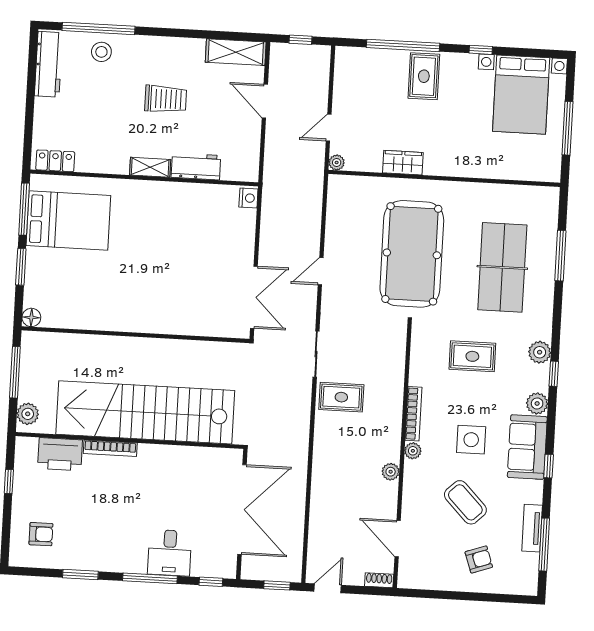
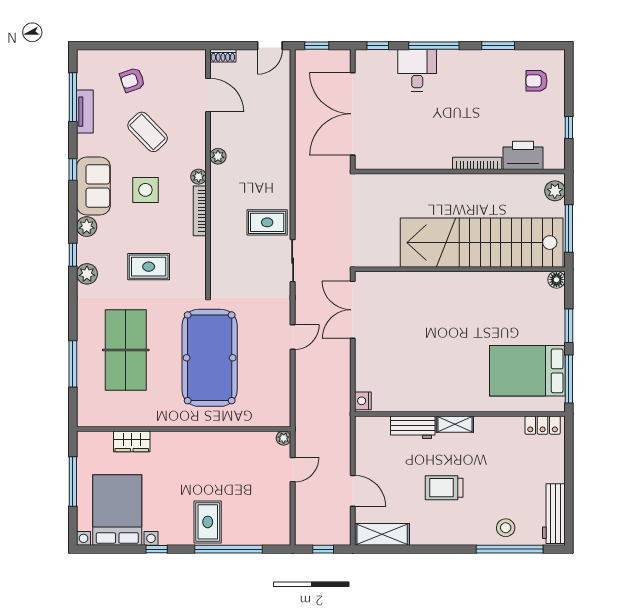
wardrobe: (403, 163) -> (132, 441), moved
stairs: (145, 412) -> (482, 243), moved, turned 180

